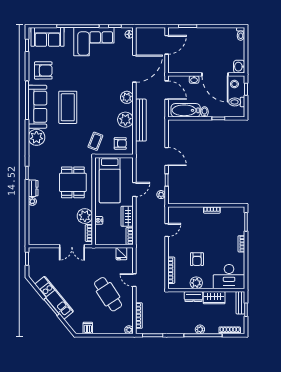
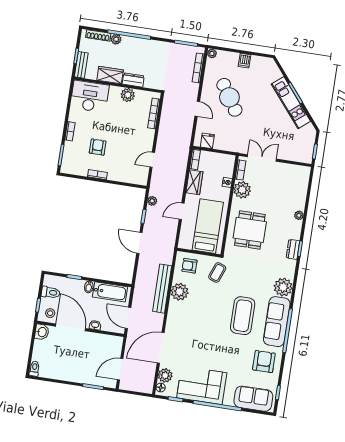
armchair: (43, 70) -> (264, 362), turned 90
plant: (127, 97) -> (165, 375), moved
dresser: (33, 188) -> (293, 249), moved
armchair: (197, 259) -> (98, 147), moved
dishwasher: (88, 328) -> (245, 61), moved
plant: (200, 329) -> (116, 39), moved

